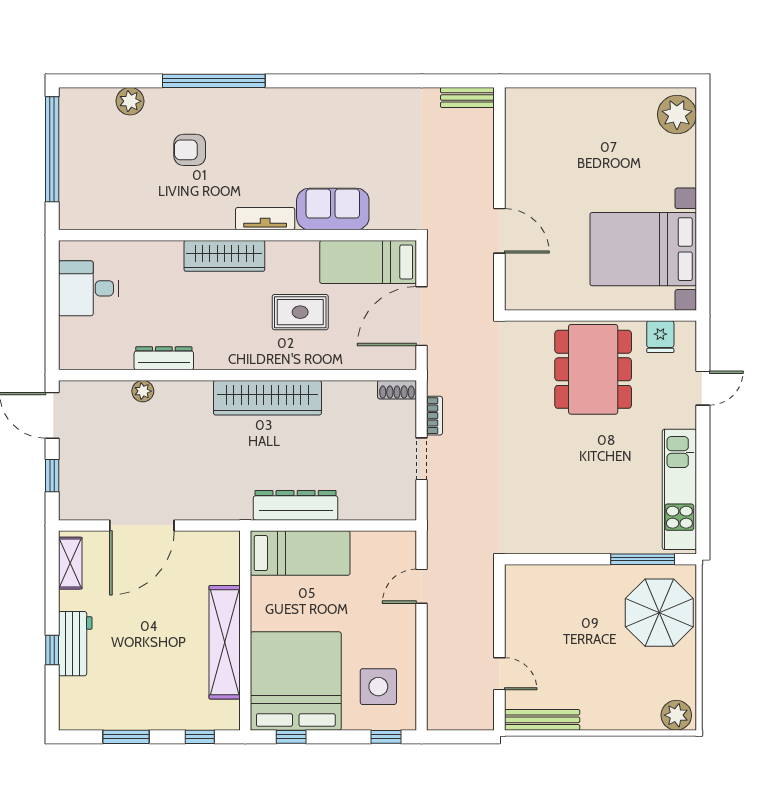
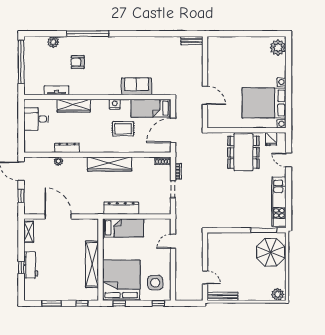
tv unit: (265, 219) -> (56, 90), moved
nightstand: (280, 252) -> (115, 104), added
wardrobe: (224, 256) -> (74, 106), moved
door: (703, 388) -> (289, 160), swing flipped
door: (142, 525) -> (58, 216), swing flipped

